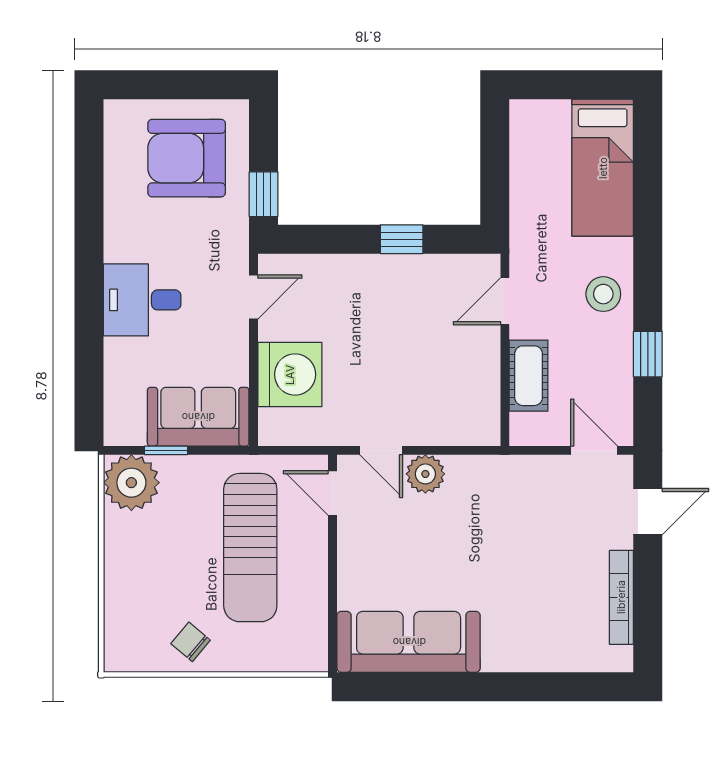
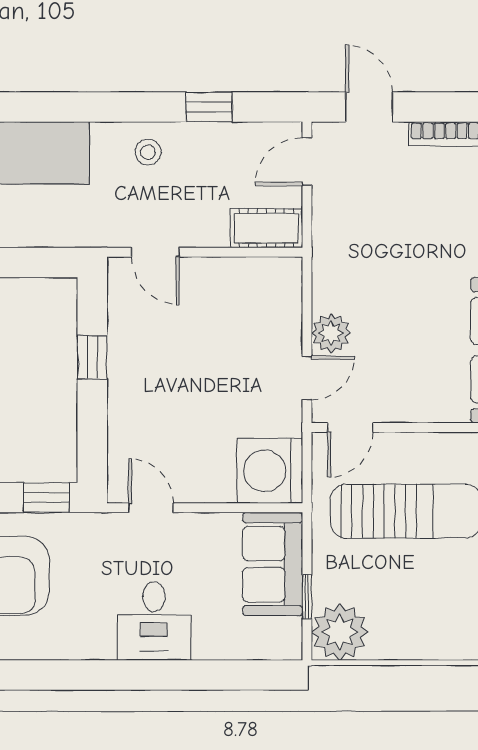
stool: (603, 294) -> (148, 152), width x0.73, depth x0.73
washing machine: (290, 375) -> (270, 471), moved, turned -90
cot: (529, 376) -> (266, 228), moved

